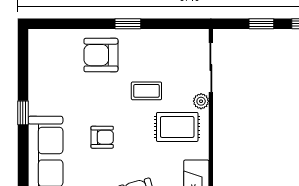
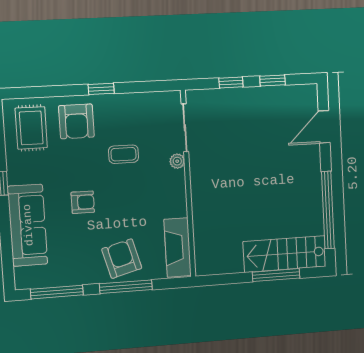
armchair: (101, 55) -> (76, 121), turned -90
rug: (177, 127) -> (31, 128), moved, turned 90

